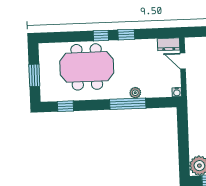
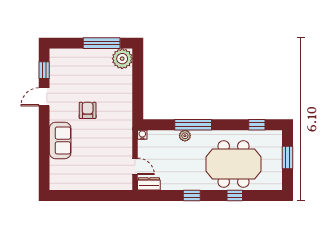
window: (101, 36) -> (235, 196), moved

